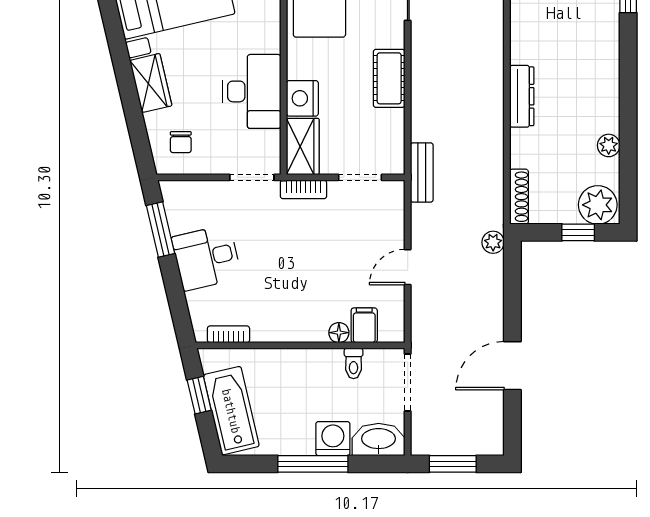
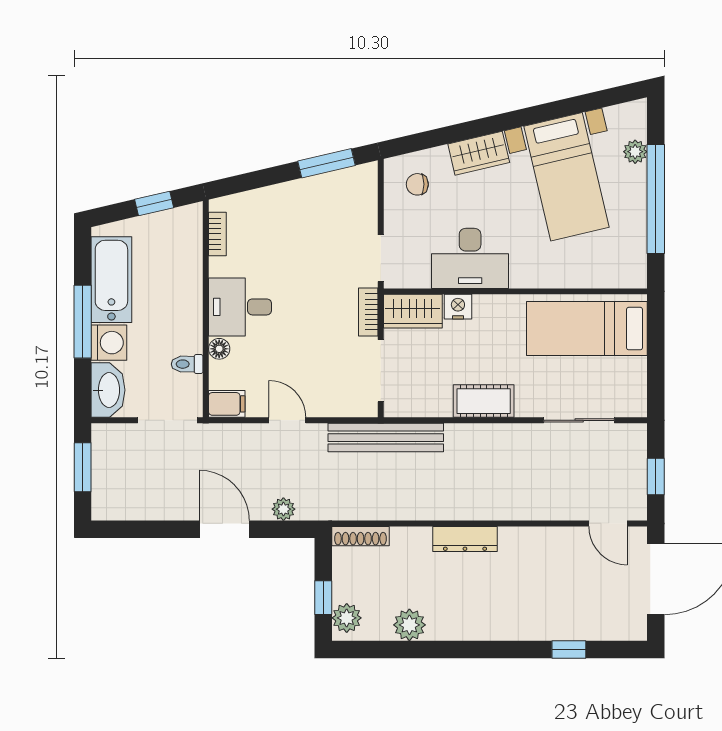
nightstand: (302, 98) -> (458, 307), width x0.74, depth x0.75
plant: (609, 145) -> (409, 625), width x1.38, depth x1.38
bench: (422, 173) -> (386, 438), width x1.86, depth x1.21
doorway: (360, 177) -> (381, 371), width x1.38
plant: (598, 205) -> (347, 618), width x0.73, depth x0.73
plant: (493, 242) -> (283, 509), moved
desk: (207, 258) -> (240, 307), moved, turned -77
filing cabinet: (364, 325) -> (227, 404), moved
door: (512, 366) -> (224, 529), moved
bathtub: (231, 411) -> (111, 280), moved, turned -77

